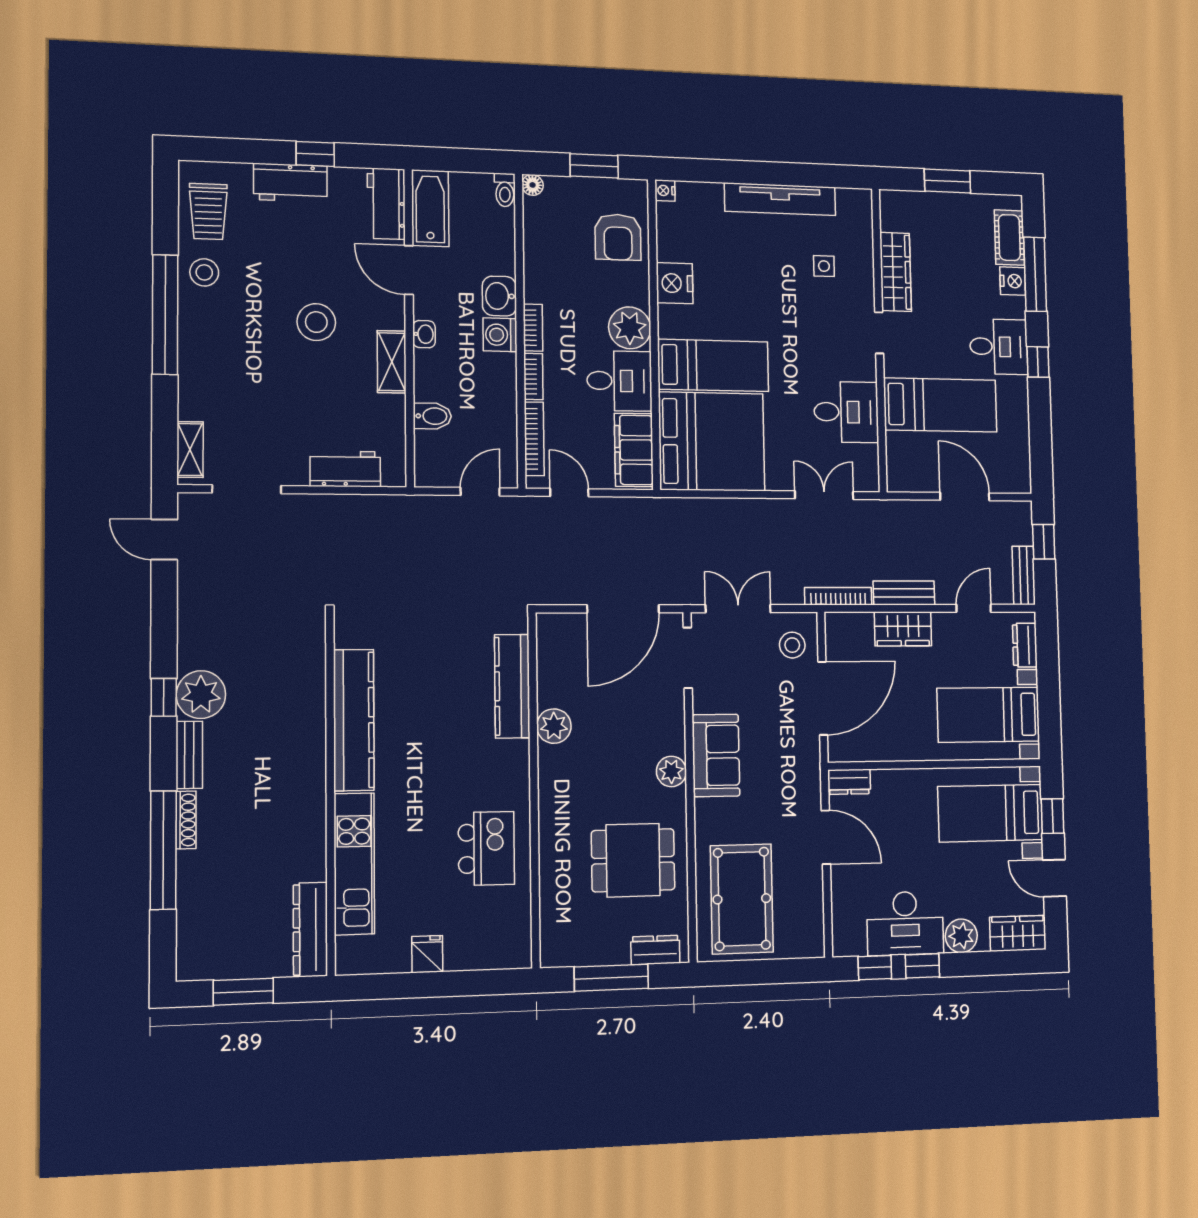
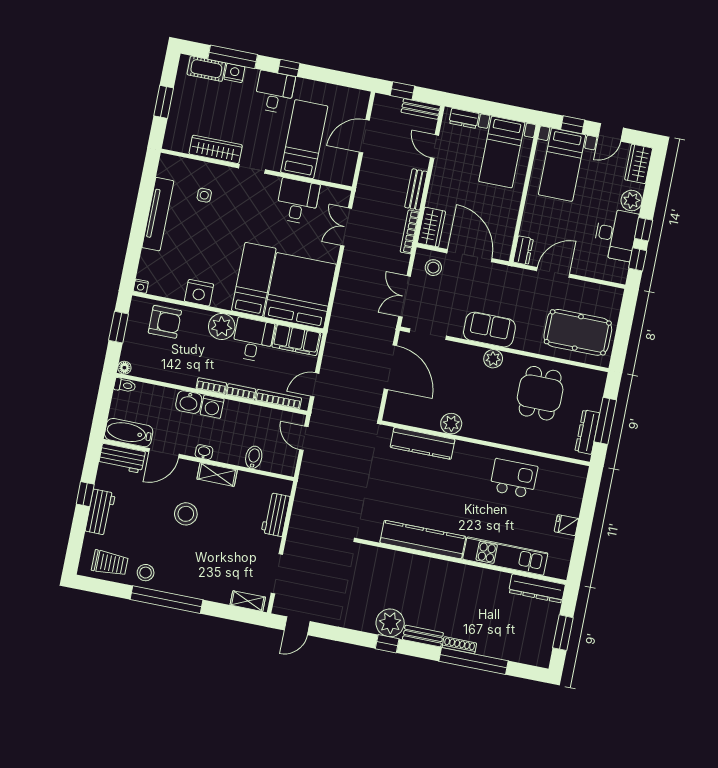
wardrobe: (903, 629) -> (431, 227), moved
dresser: (655, 950) -> (587, 432), moved, width x1.44

